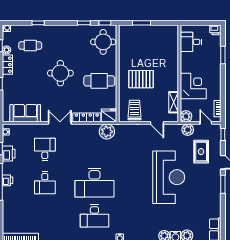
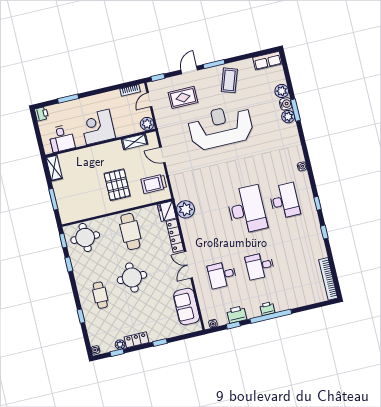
shelving: (168, 30) -> (54, 168), added
cafe table: (30, 45) -> (100, 295), moved
corner desk: (193, 86) -> (98, 127), moved
door: (157, 123) -> (162, 155), swing flipped
plant: (188, 130) -> (162, 118), removed
desk: (45, 183) -> (260, 266), turned 180
coffee table: (206, 194) -> (229, 80), added

